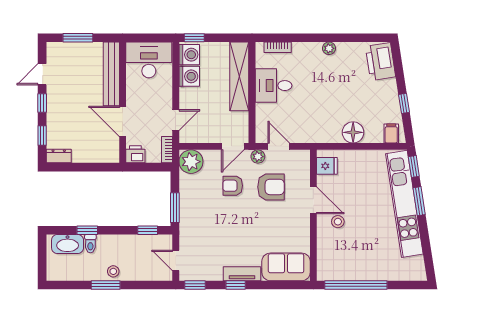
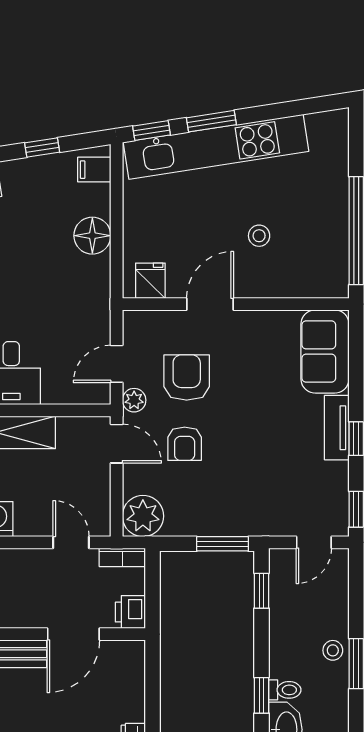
stool: (338, 222) -> (259, 236), moved

